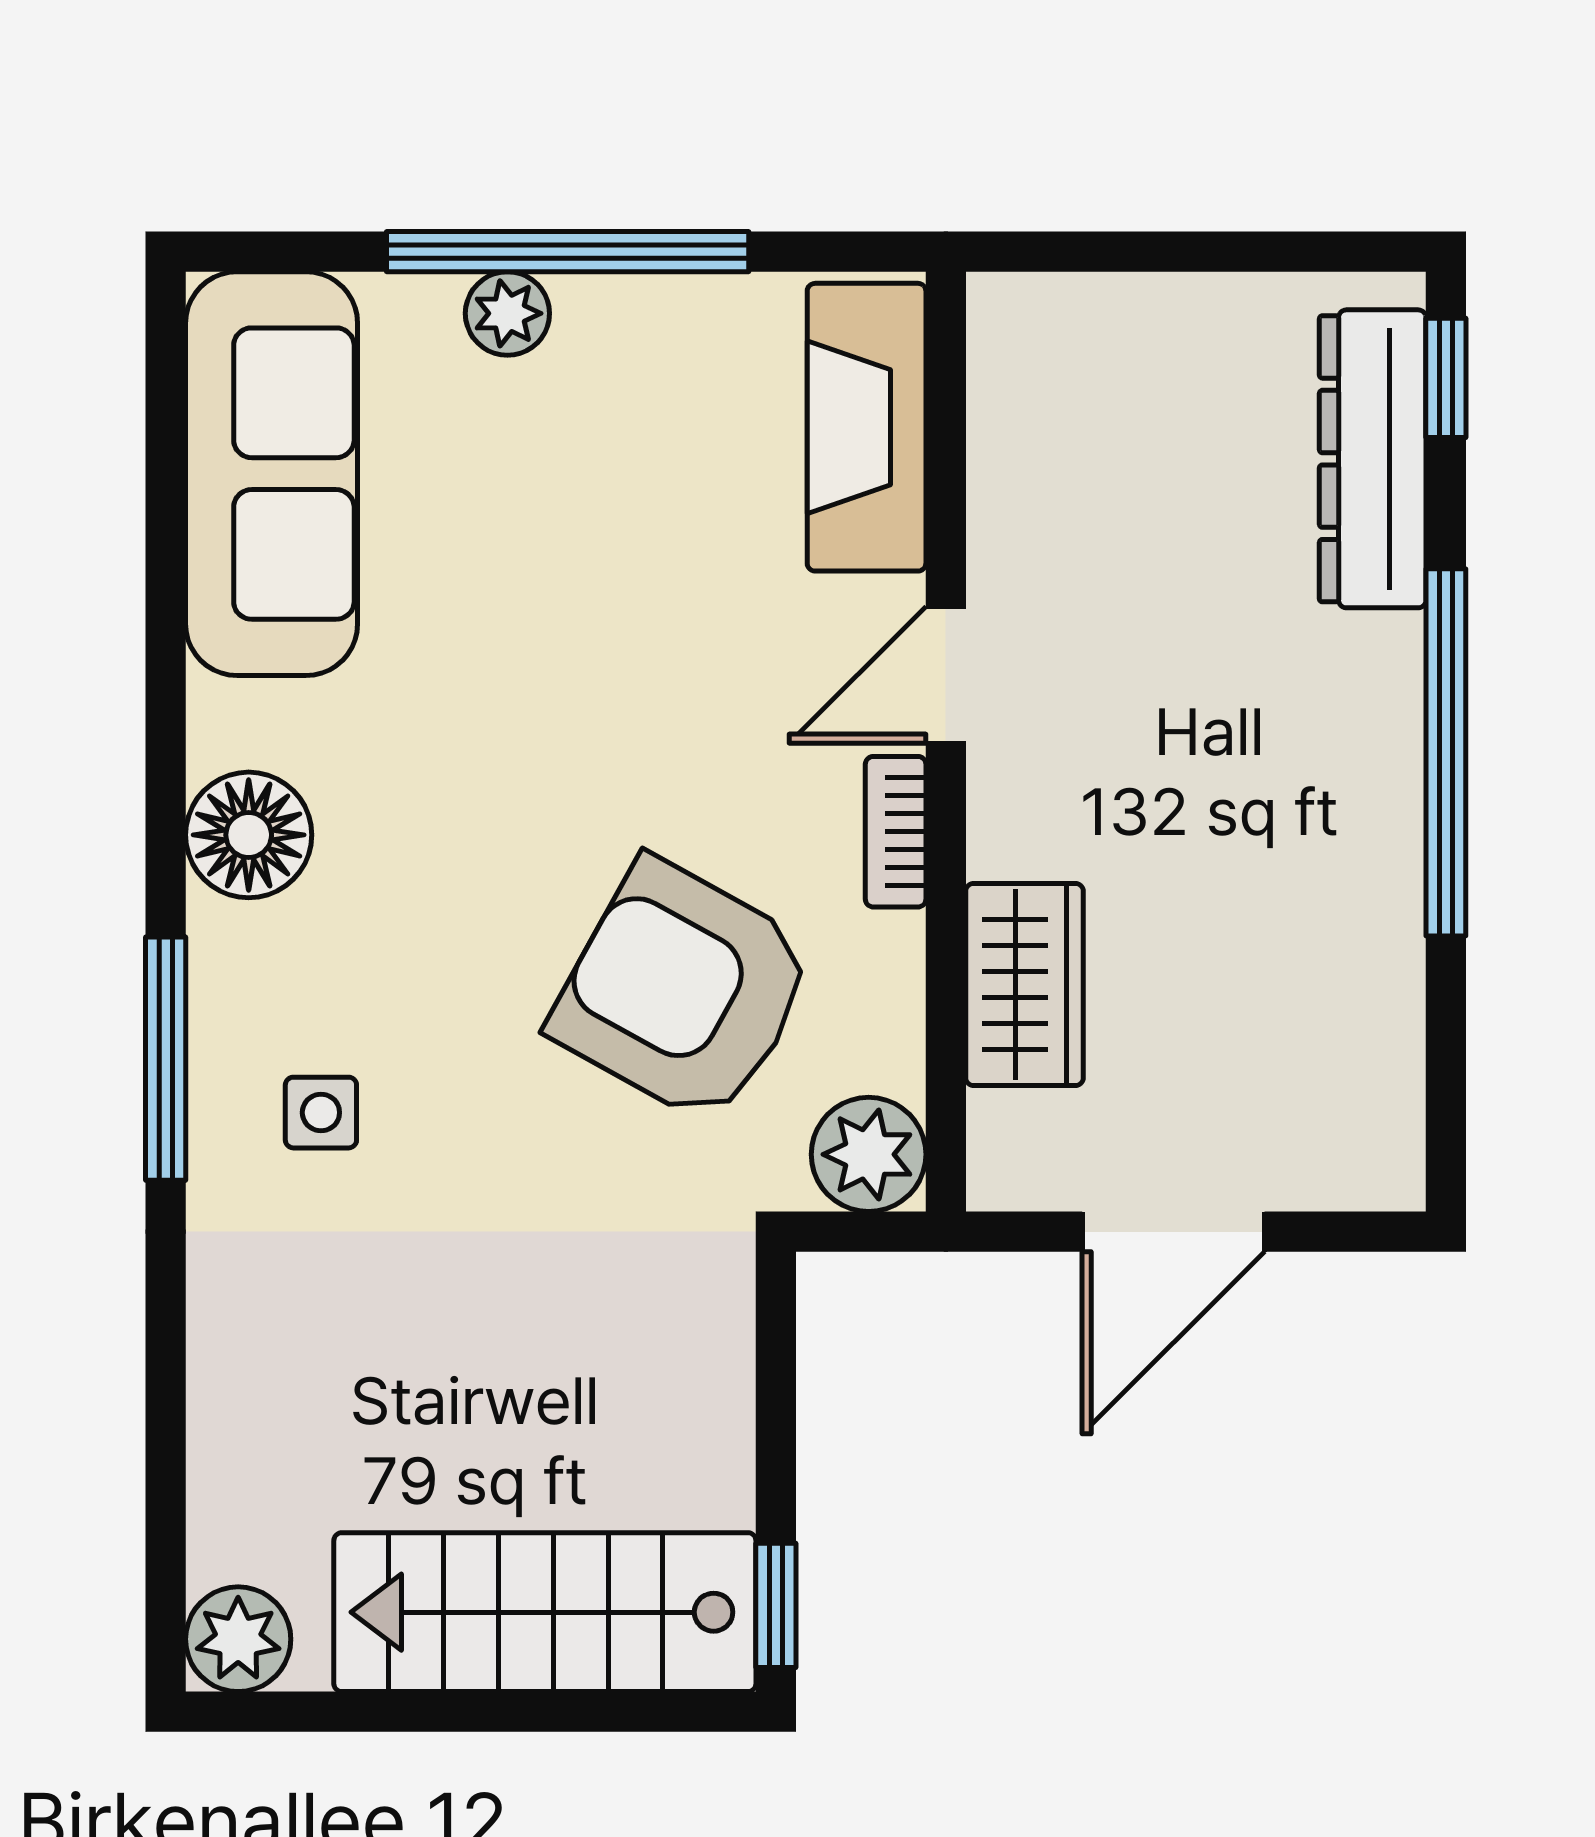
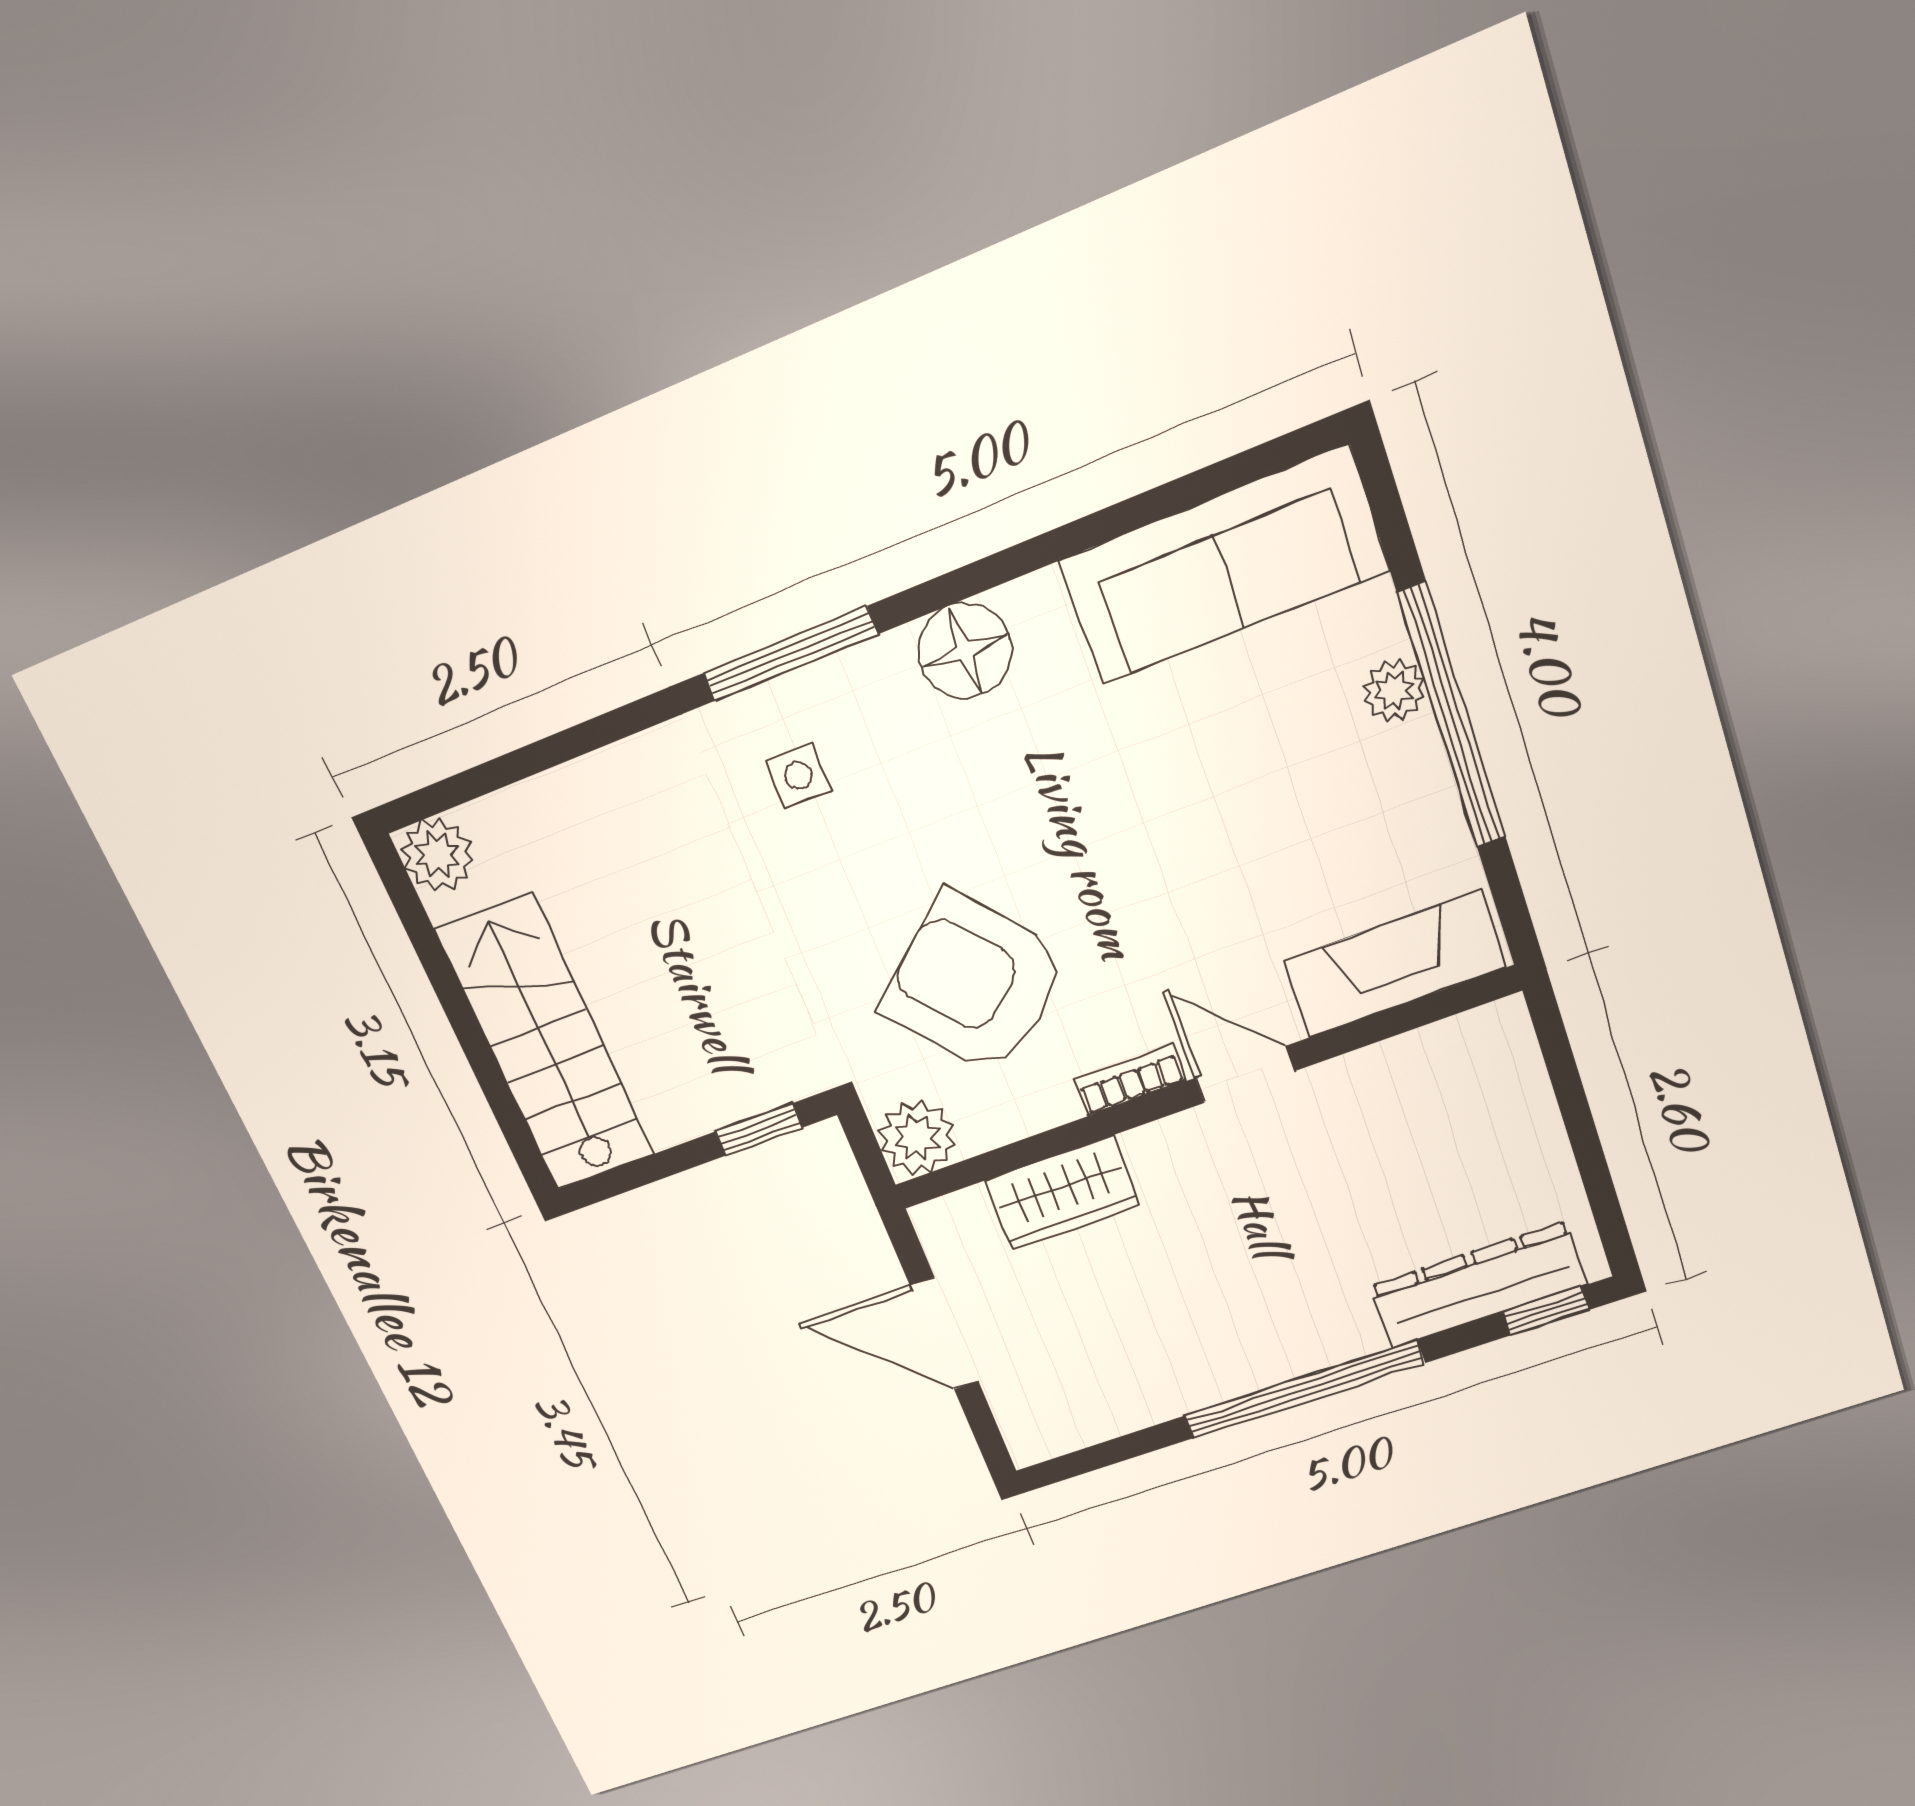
armchair: (683, 991) -> (974, 984), turned -69
window: (776, 1605) -> (759, 1130), moved

